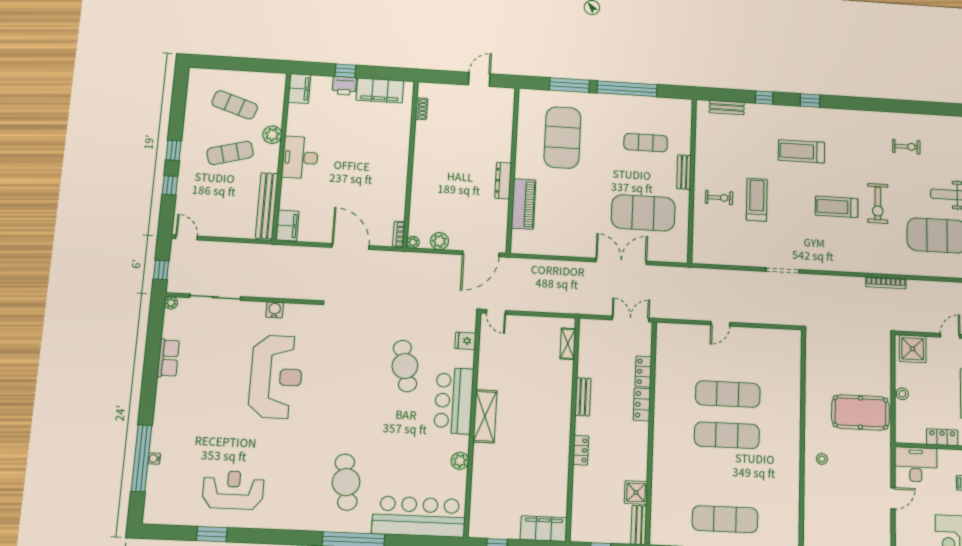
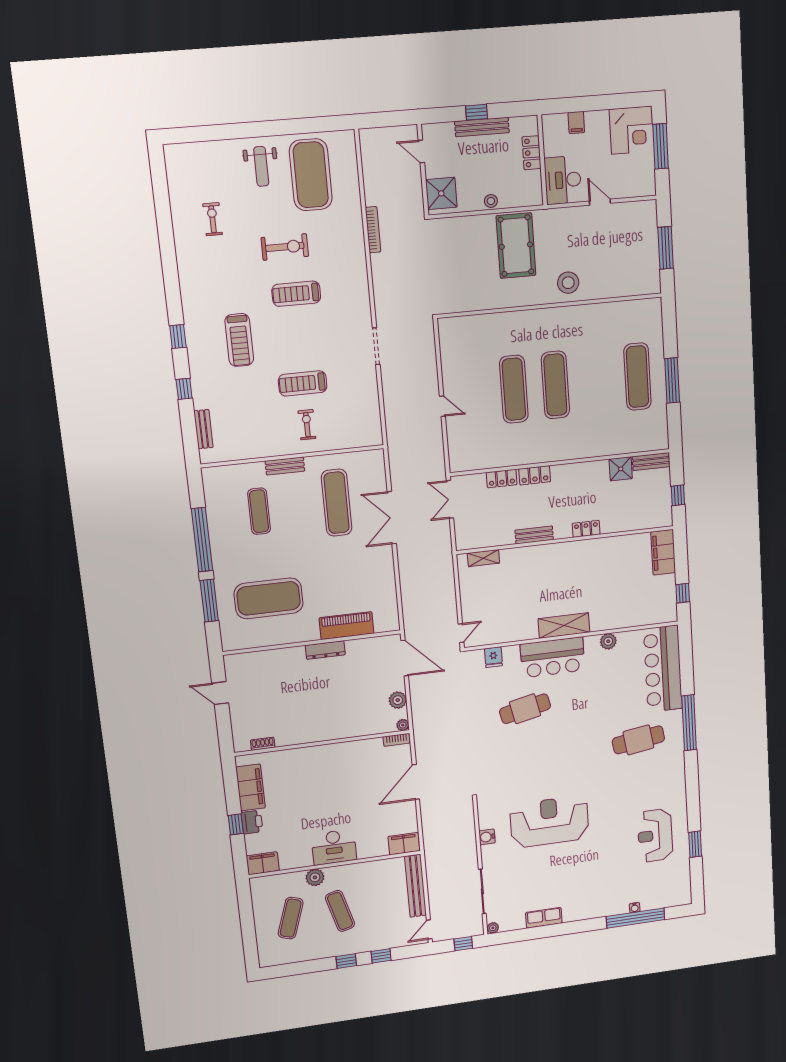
bench: (267, 206) -> (415, 886), moved, turned 90
treadmill: (837, 207) -> (296, 294), turned 90
exercise mat: (643, 213) -> (337, 503), width x0.68
stool: (822, 459) -> (568, 283), width x1.89, depth x1.89

